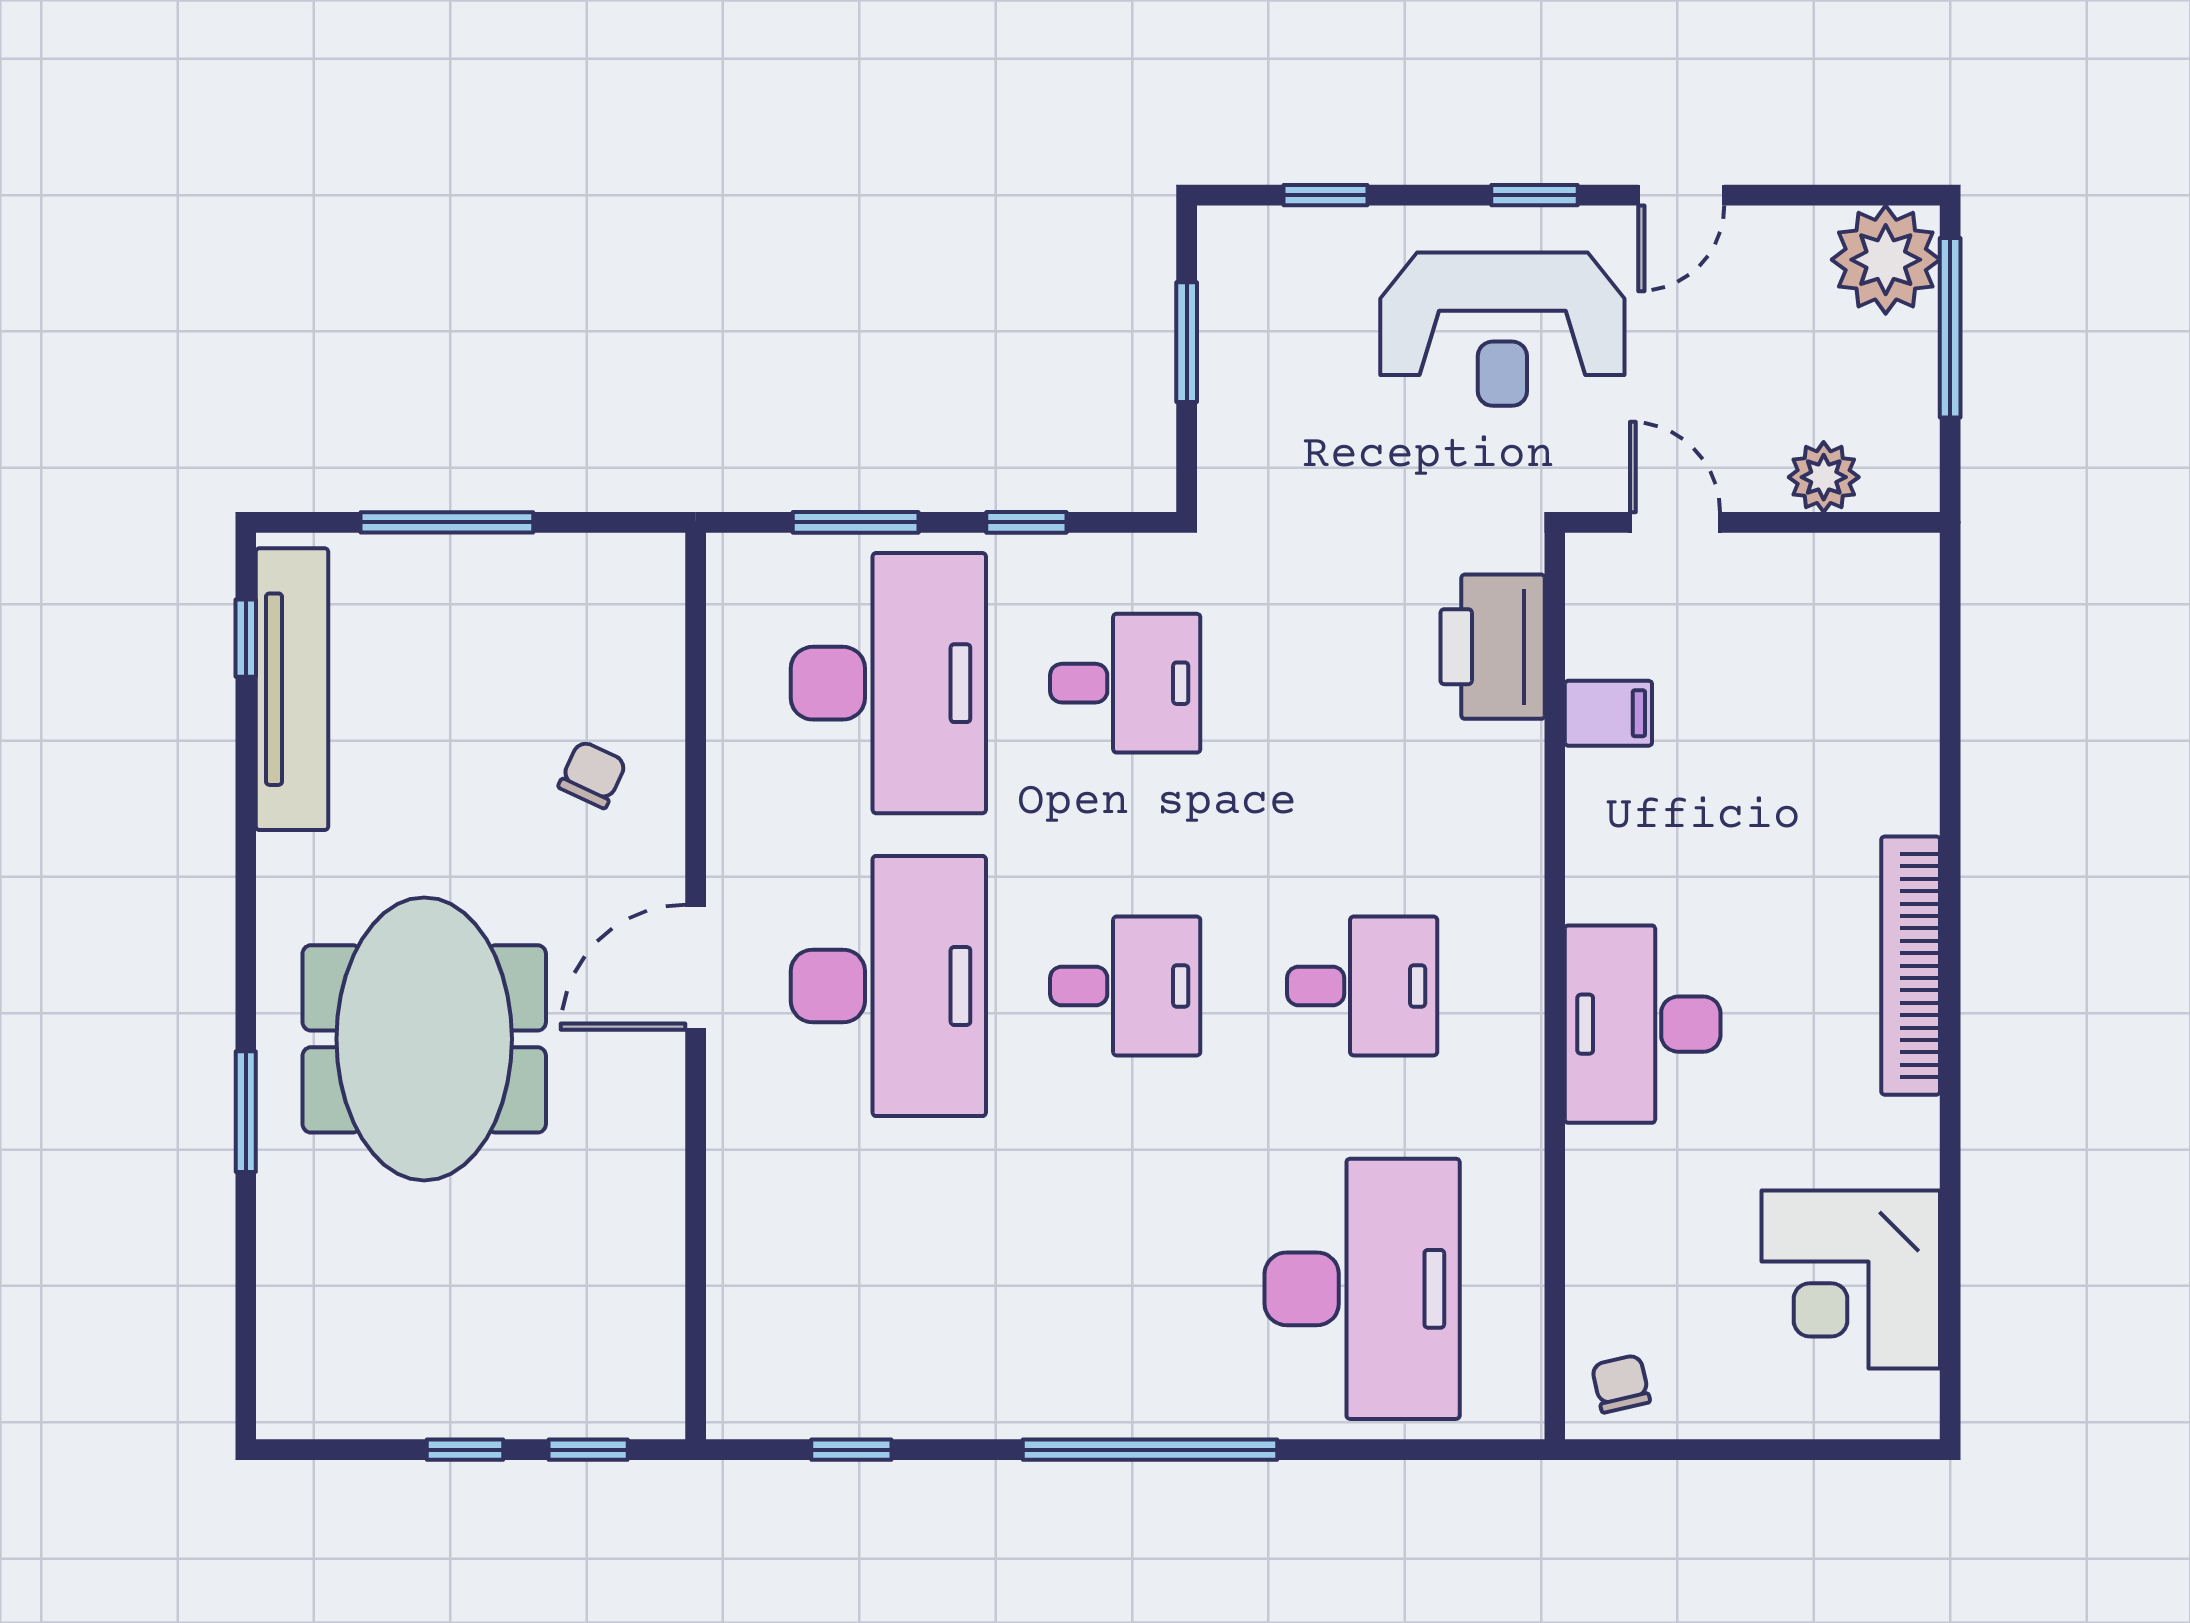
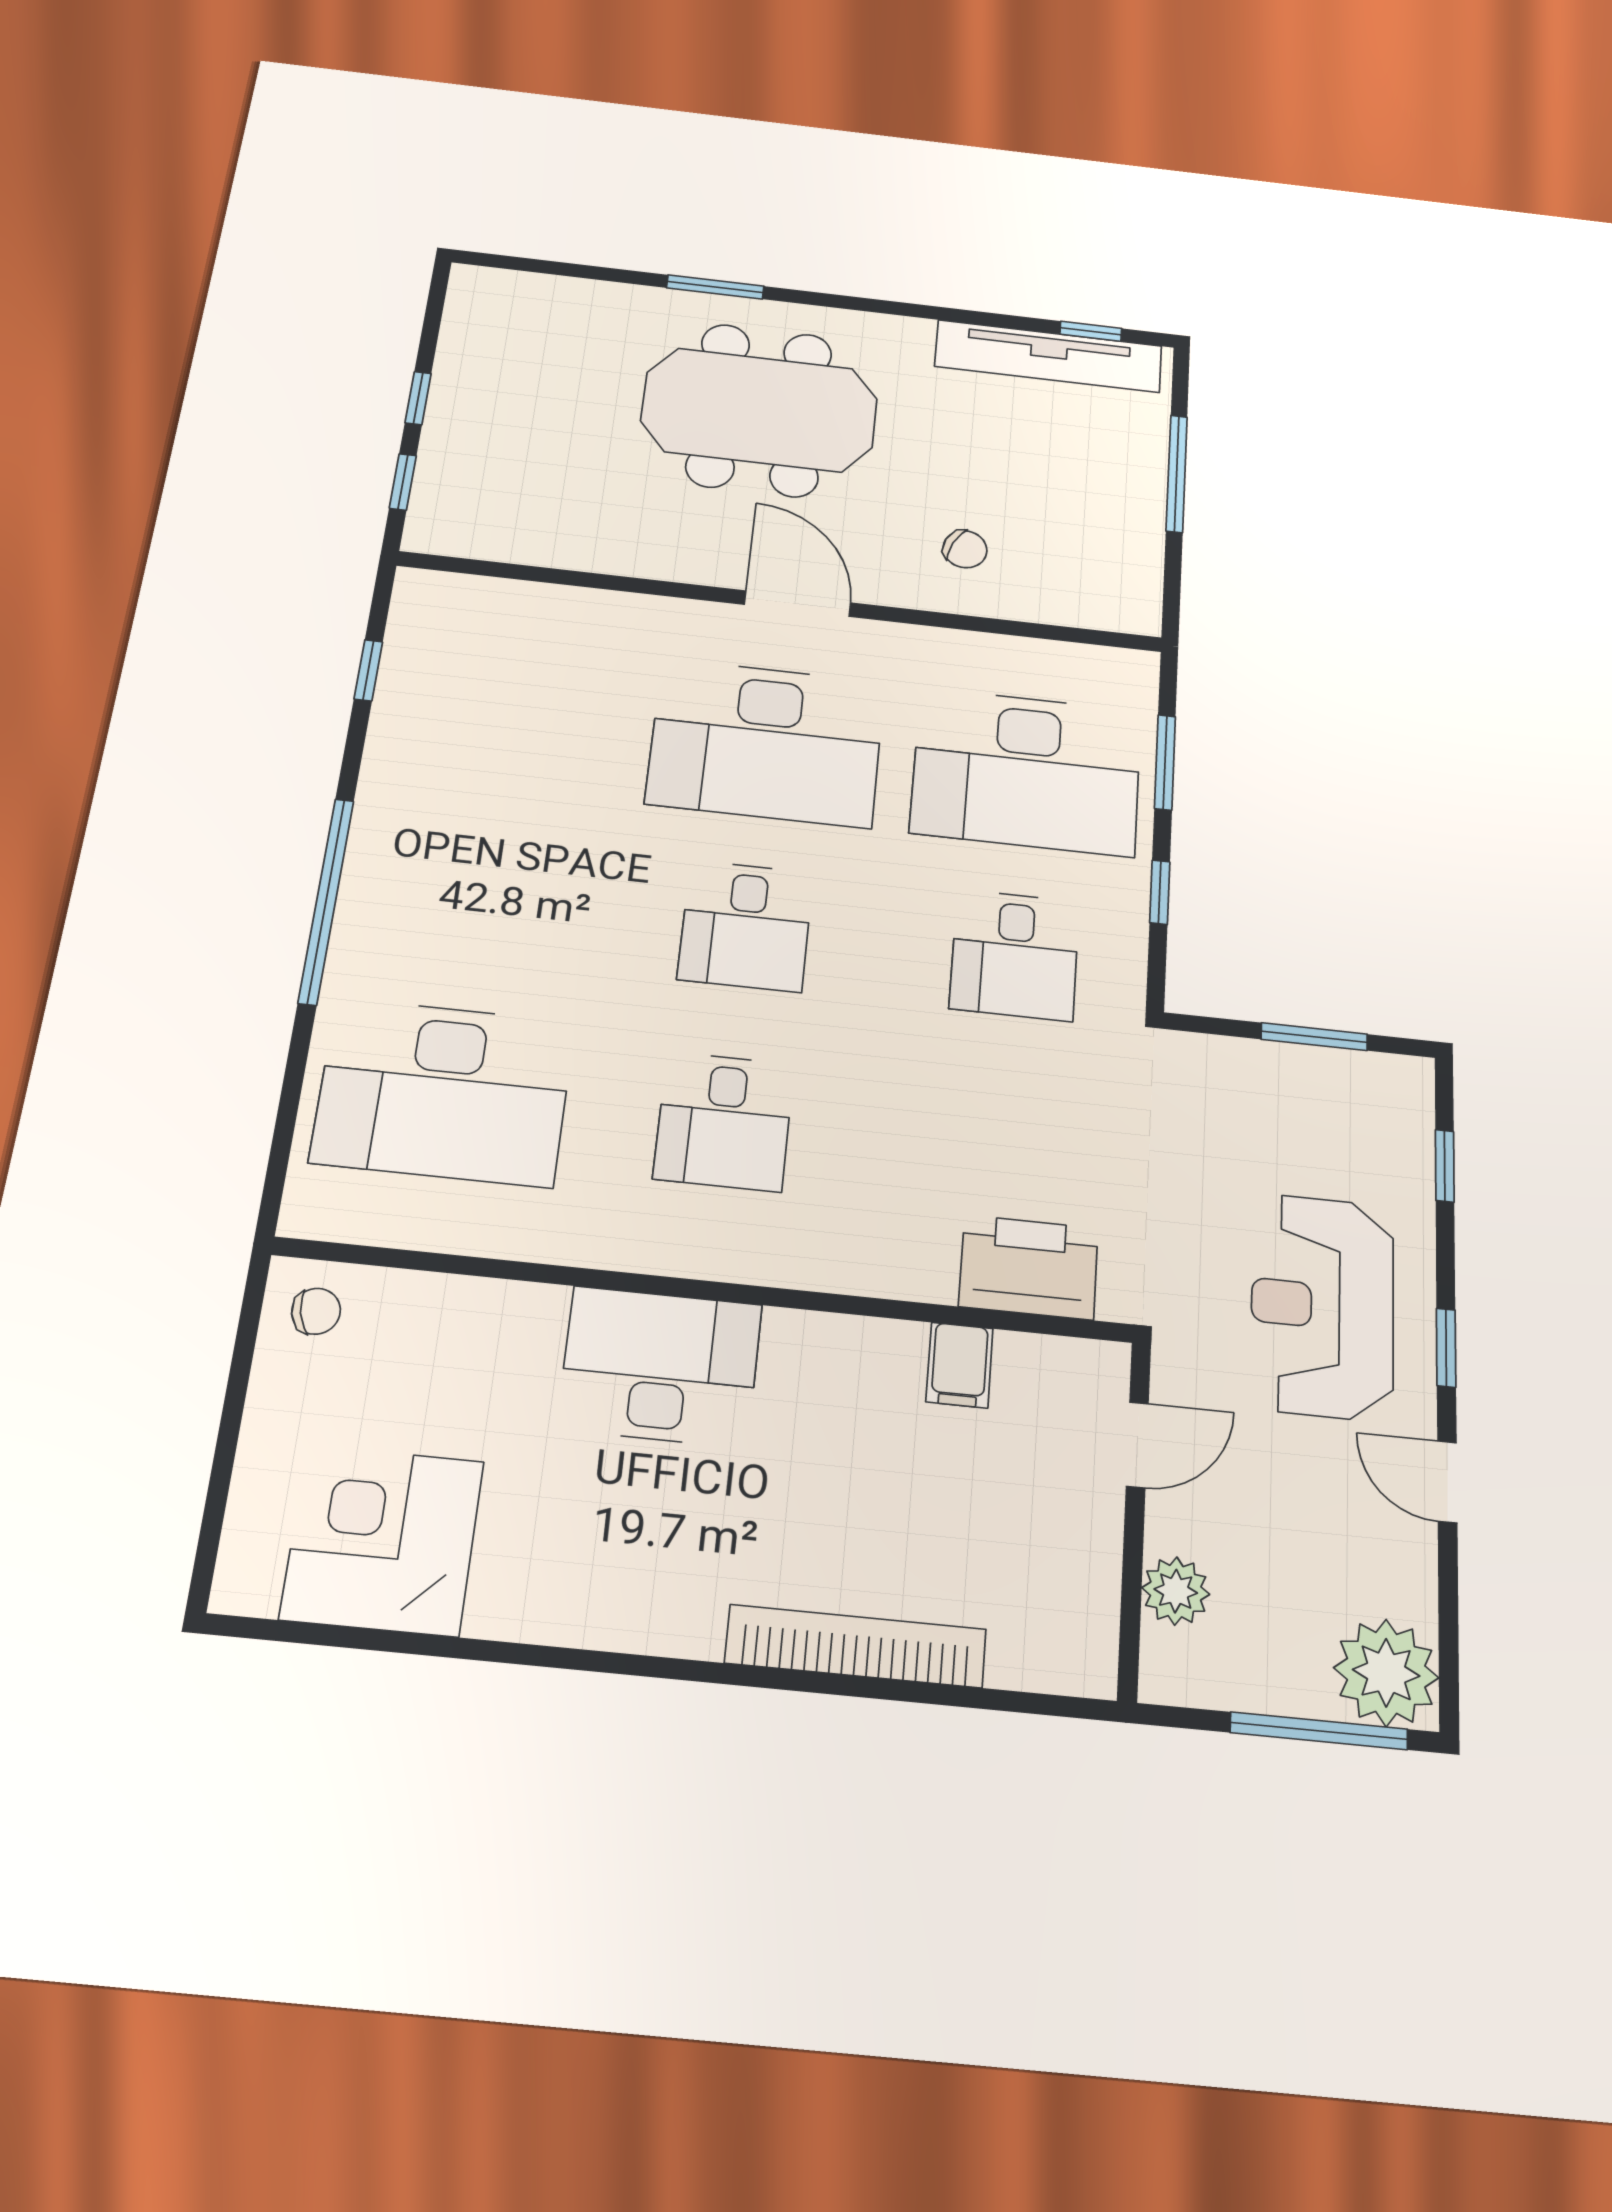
bookcase: (1911, 966) -> (856, 1646), moved

